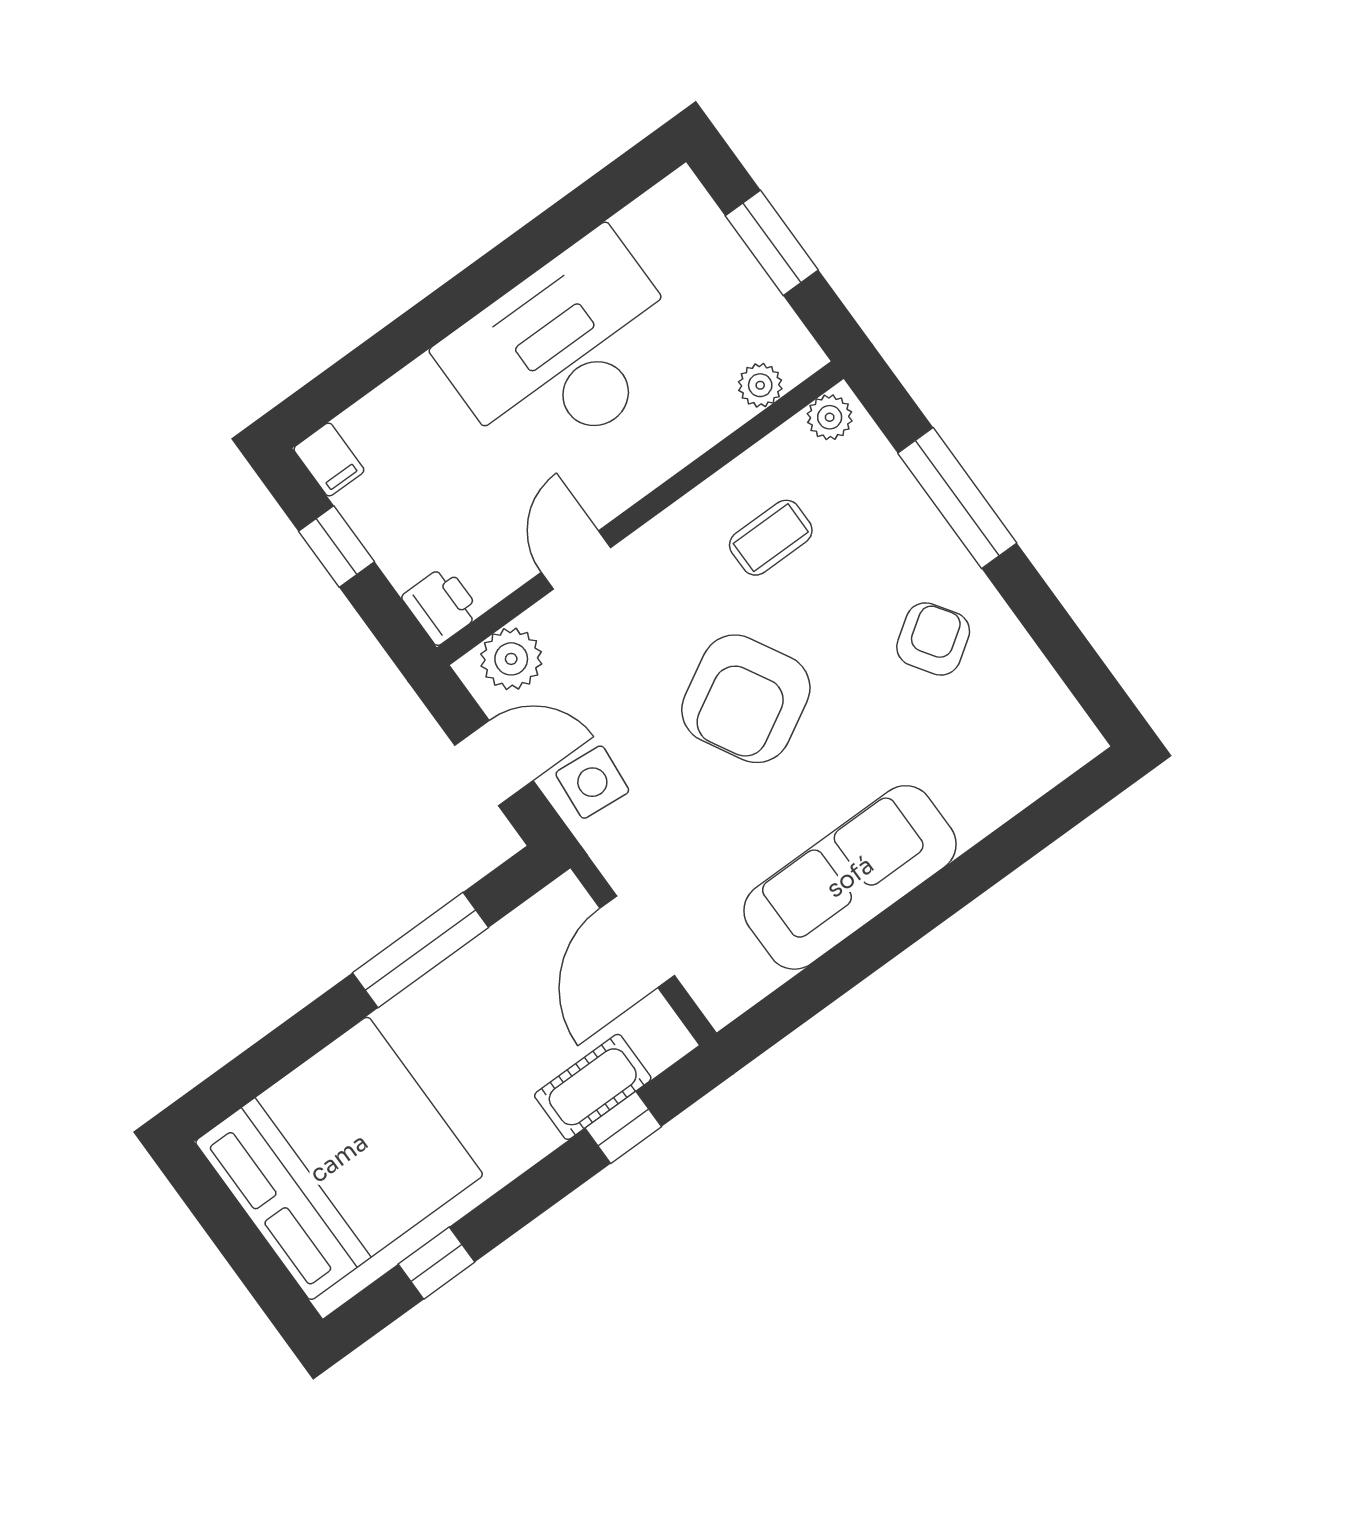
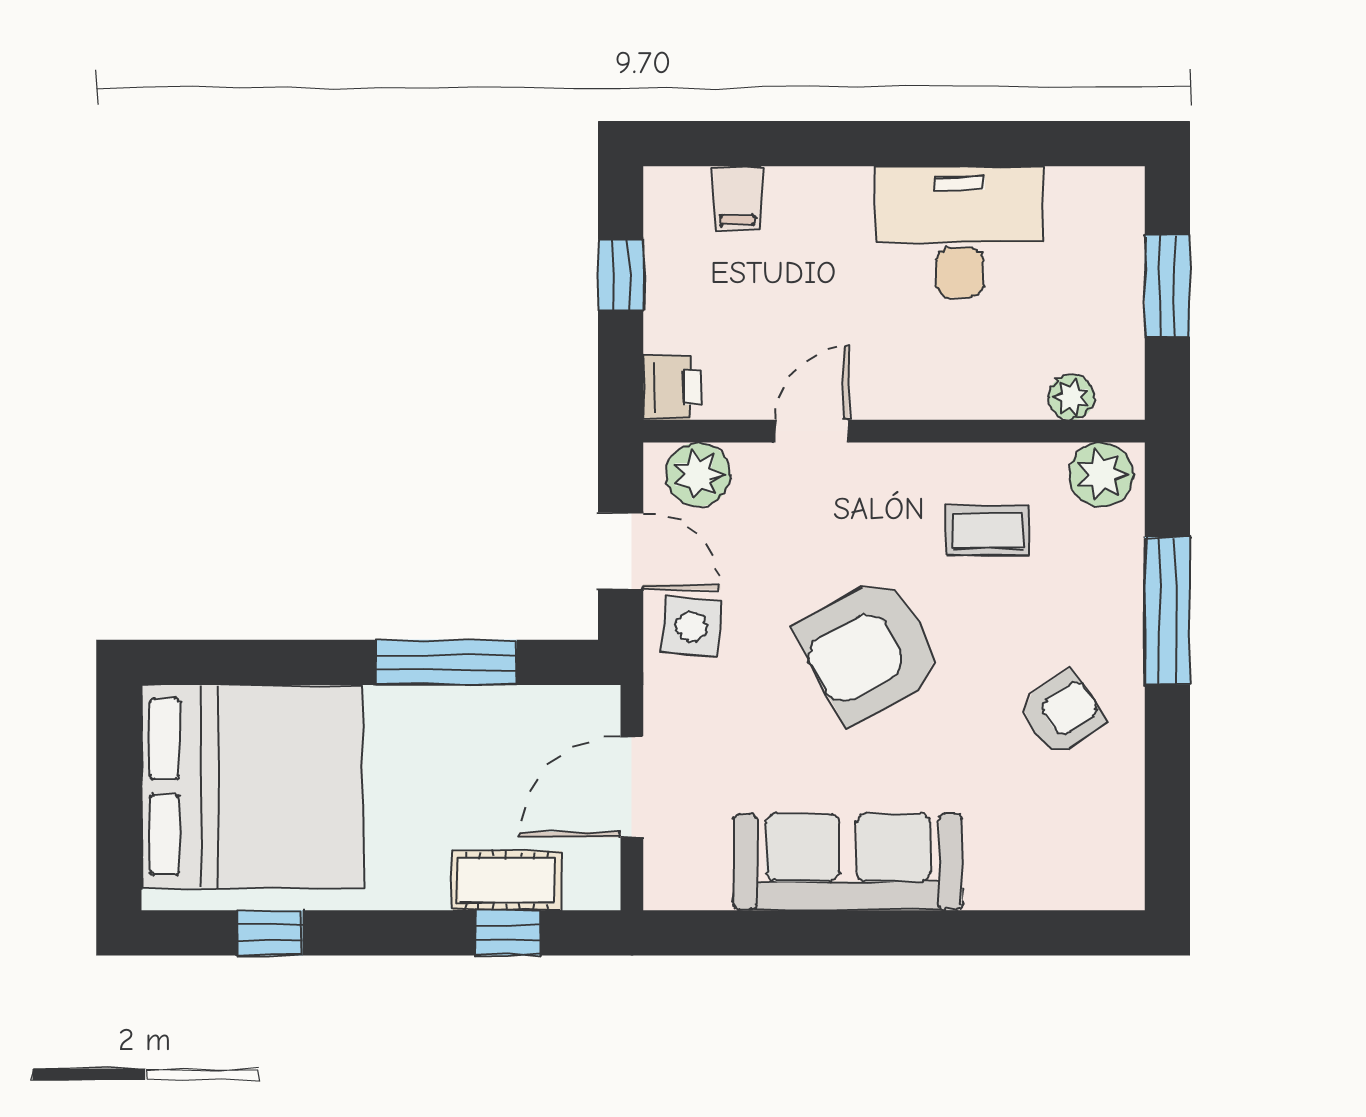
desk: (566, 352) -> (960, 232), width x0.73, depth x0.77
plant: (830, 417) -> (1101, 475), width x1.38, depth x1.38
filing cabinet: (329, 460) -> (738, 198), moved

